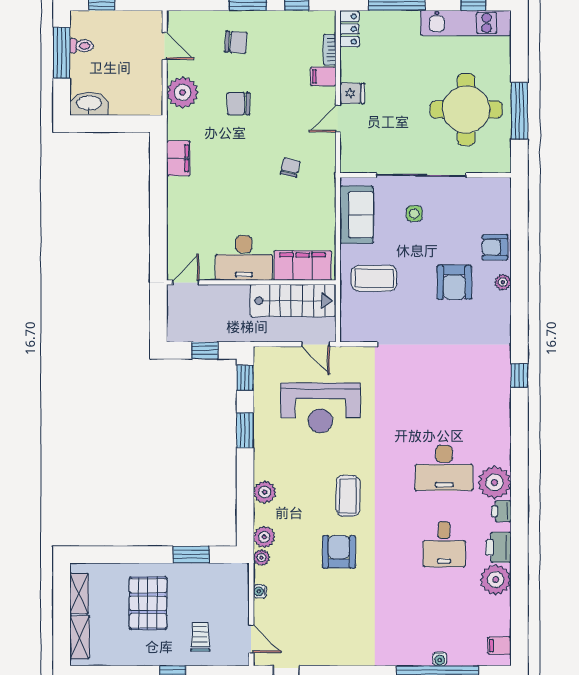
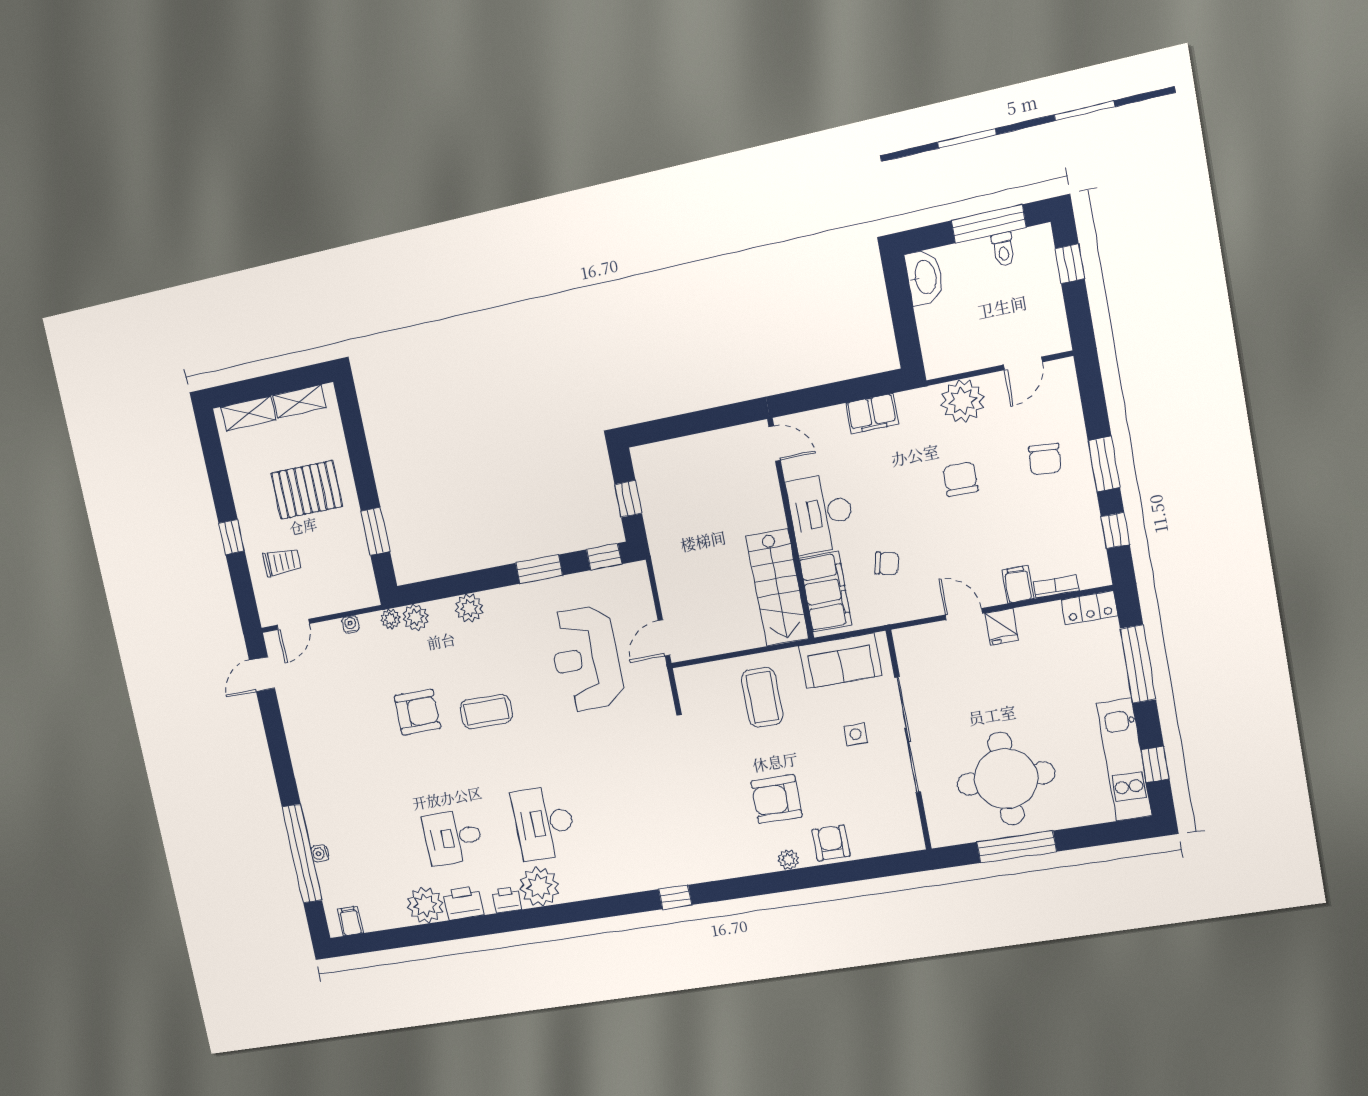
desk: (244, 258) -> (821, 513), moved
filing cabinet: (303, 265) -> (826, 592), moved
door: (186, 282) -> (775, 444), moved
wall: (251, 282) -> (791, 529), moved
stairs: (293, 301) -> (777, 588), moved

